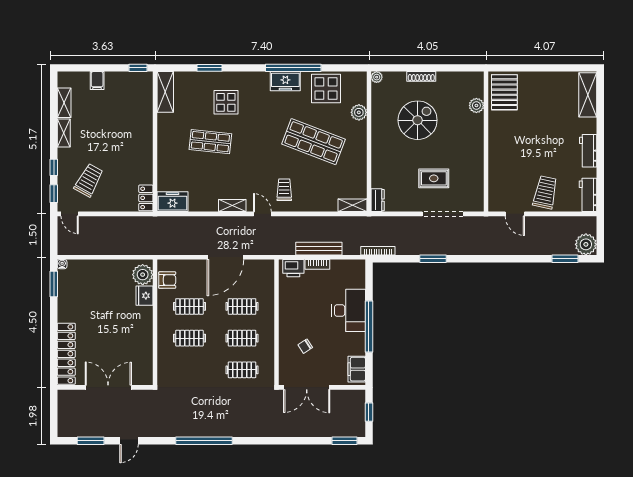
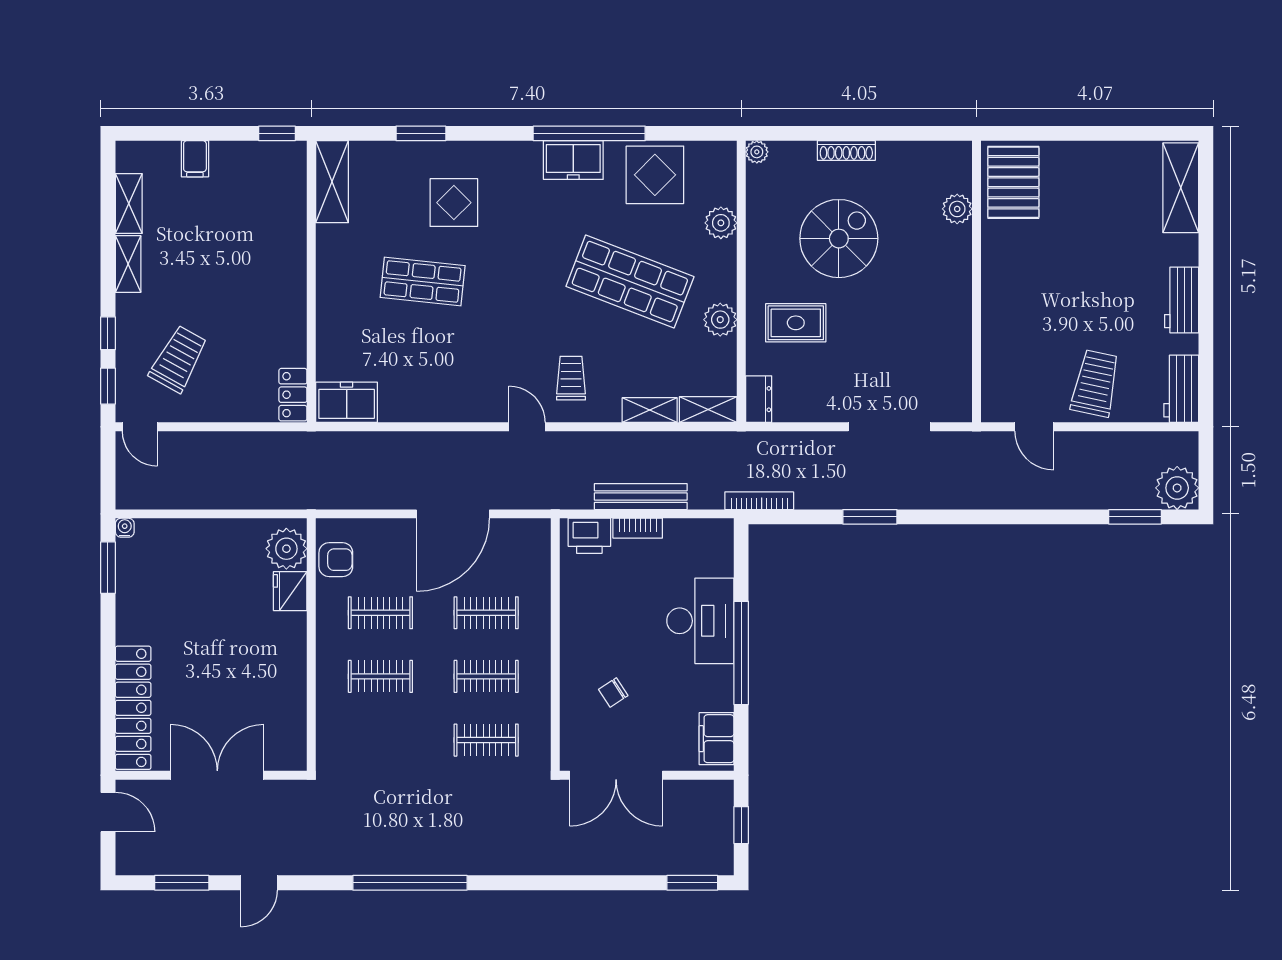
plant: (359, 161) -> (720, 320), added
rug: (434, 178) -> (796, 323), moved
shelving: (232, 206) -> (650, 410), moved
door: (54, 406) -> (108, 812), added

